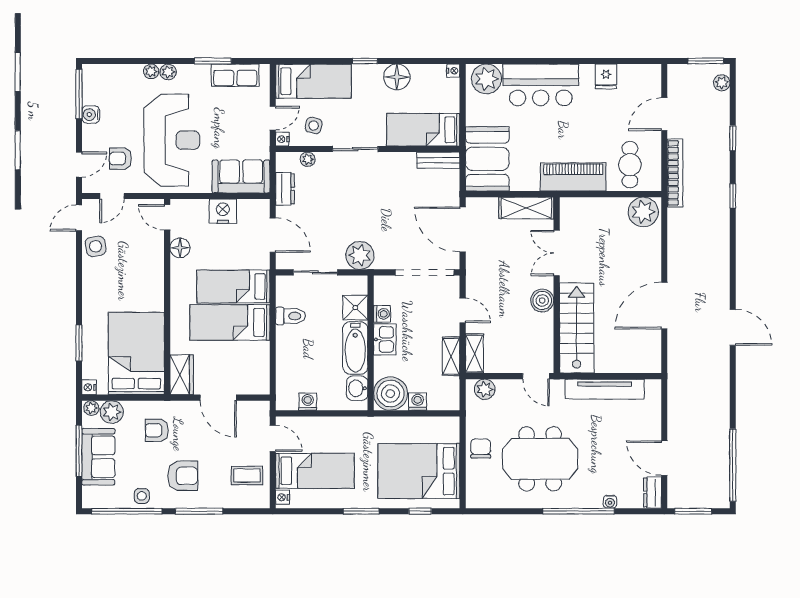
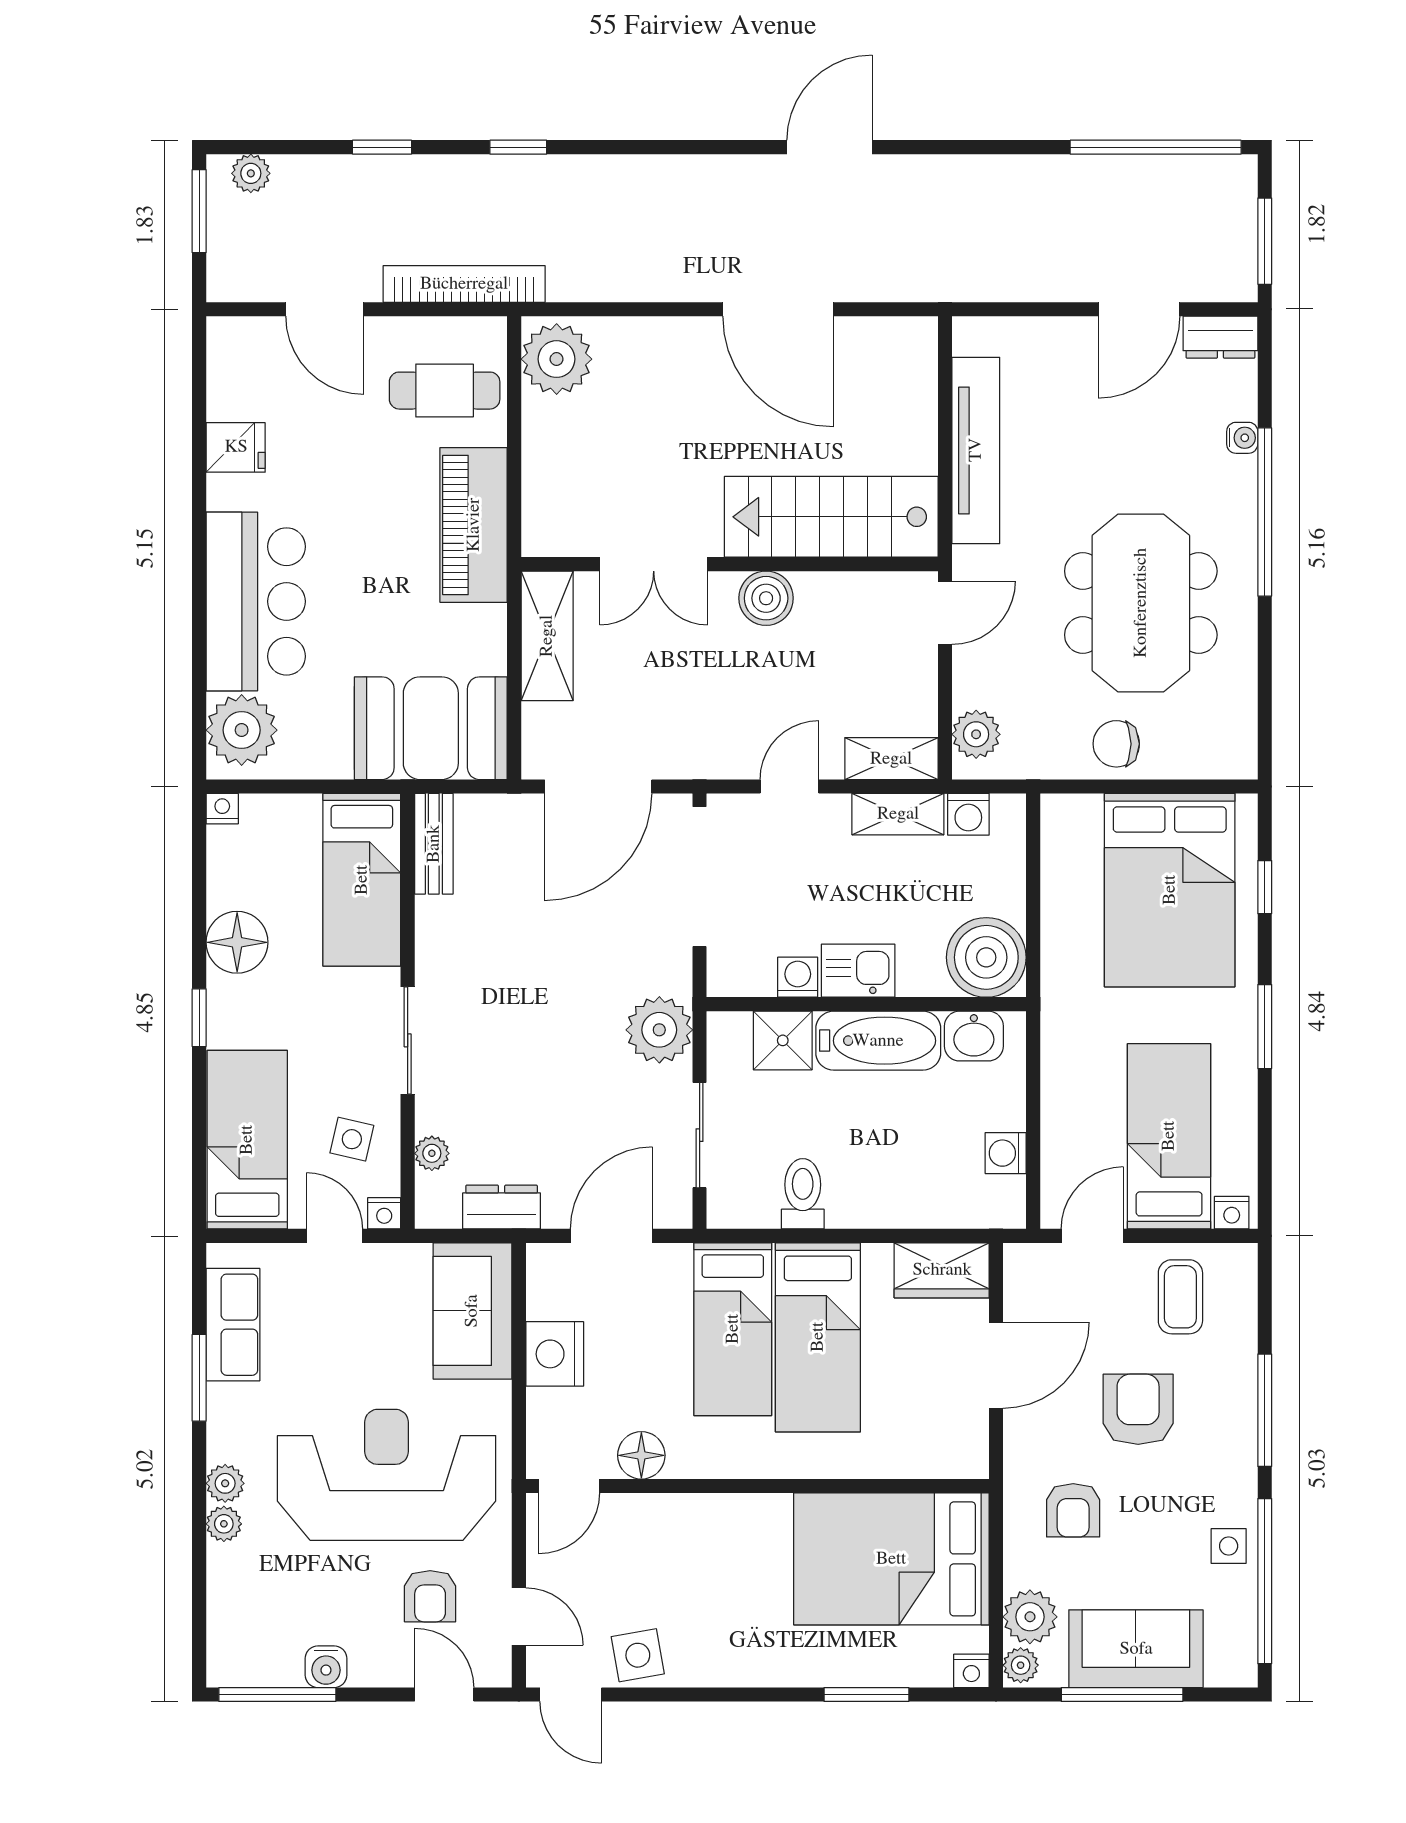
wardrobe: (182, 375) -> (942, 1270), moved, turned 180
washing machine: (418, 402) -> (968, 814), moved, turned -90
armchair: (183, 476) -> (1138, 1409), moved

